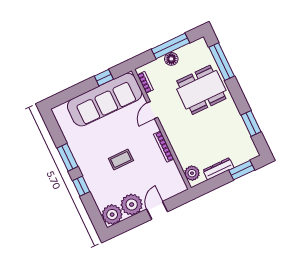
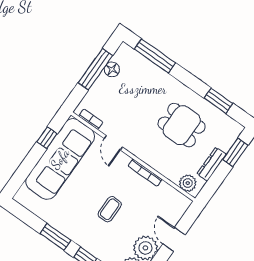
floor lamp: (171, 59) -> (112, 69), moved
dining table: (201, 90) -> (182, 125), moved, width x0.73

